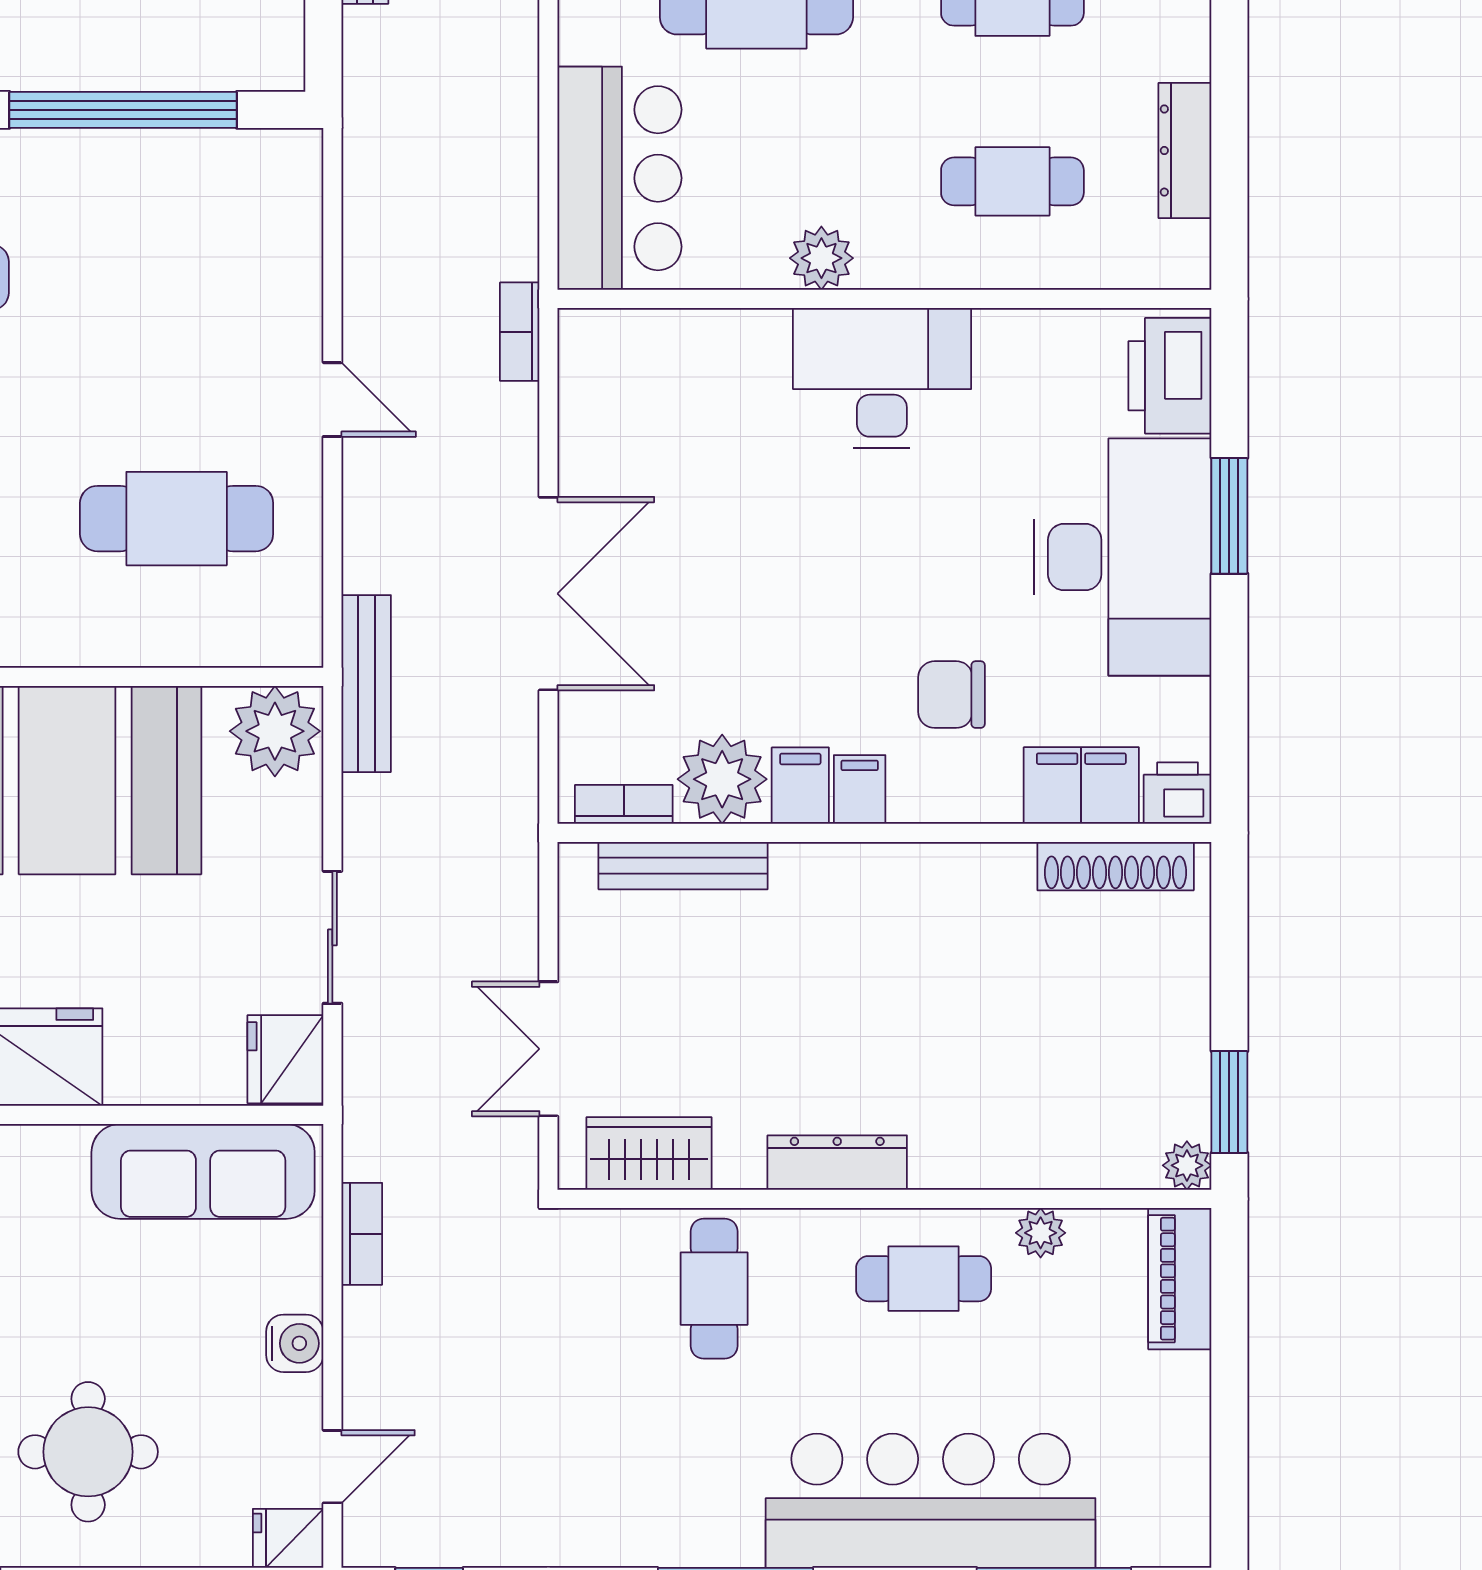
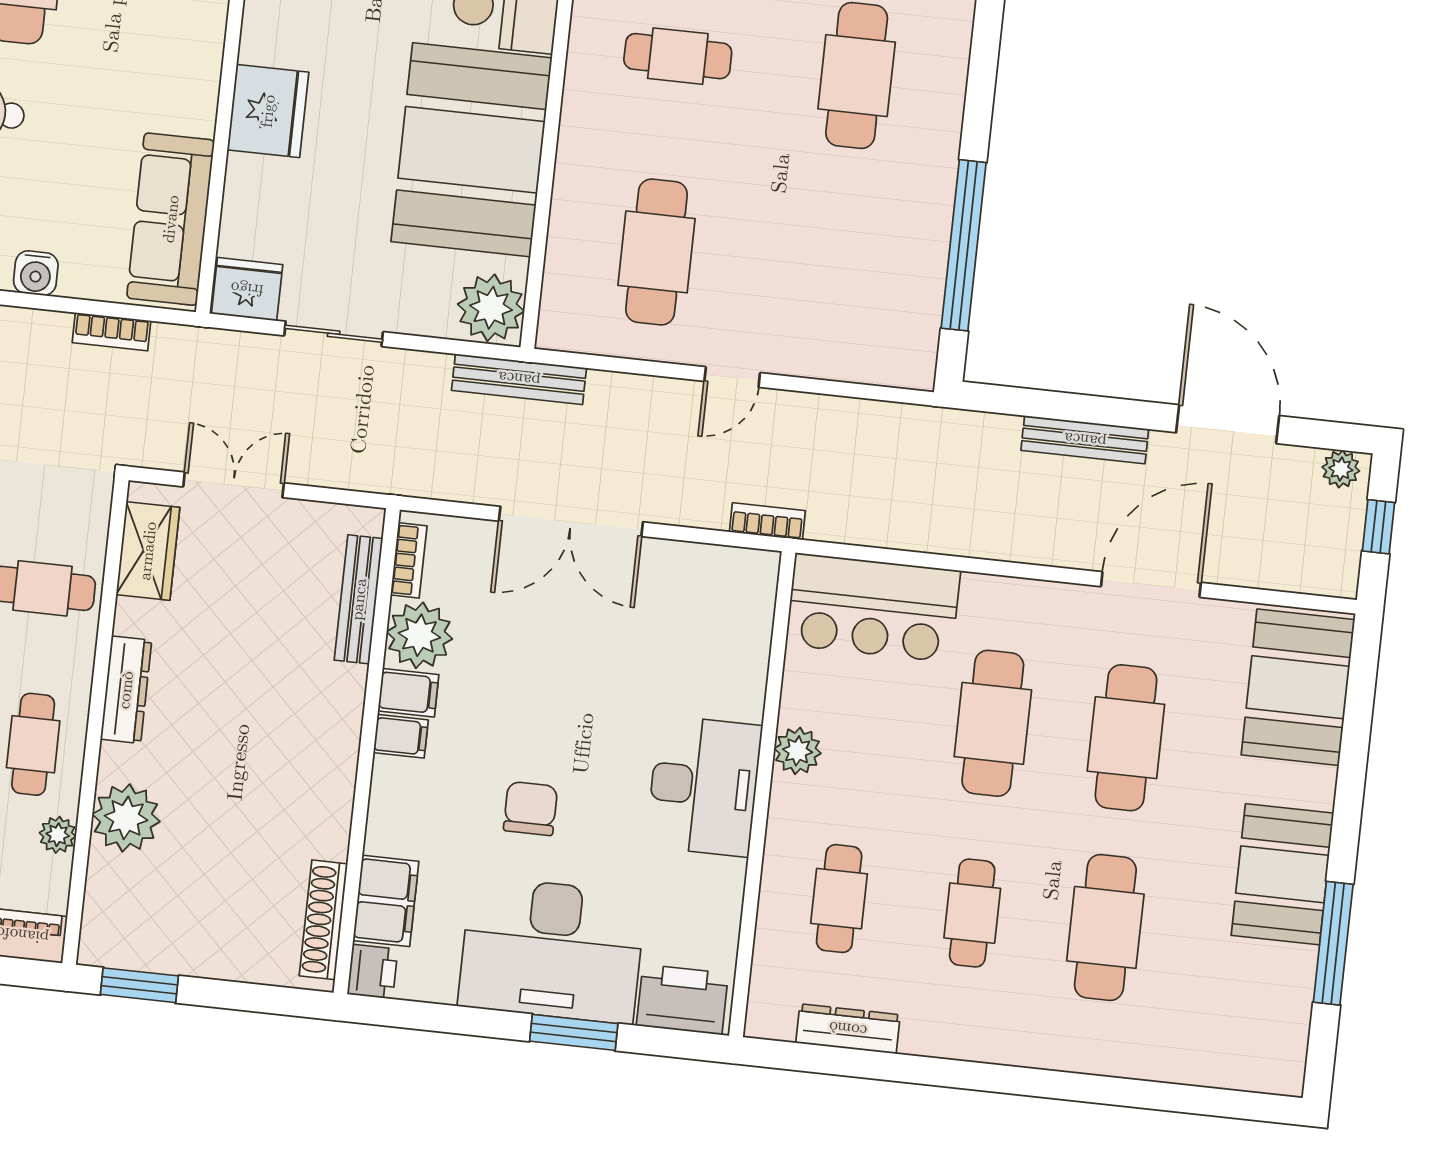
chair: (951, 695) -> (530, 808), moved
plant: (1187, 1165) -> (126, 818), moved, width x1.87, depth x1.87

